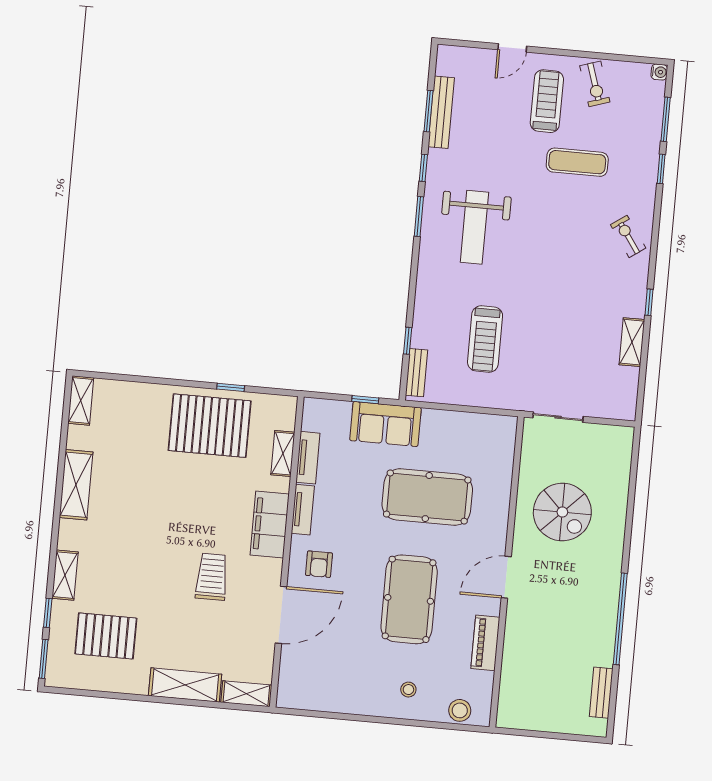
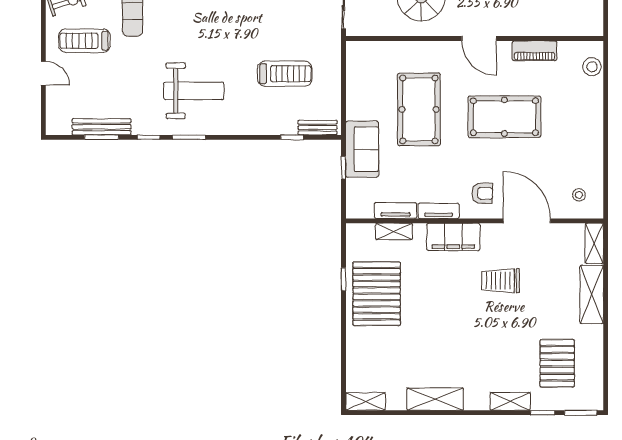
stool: (408, 690) -> (579, 195), moved

